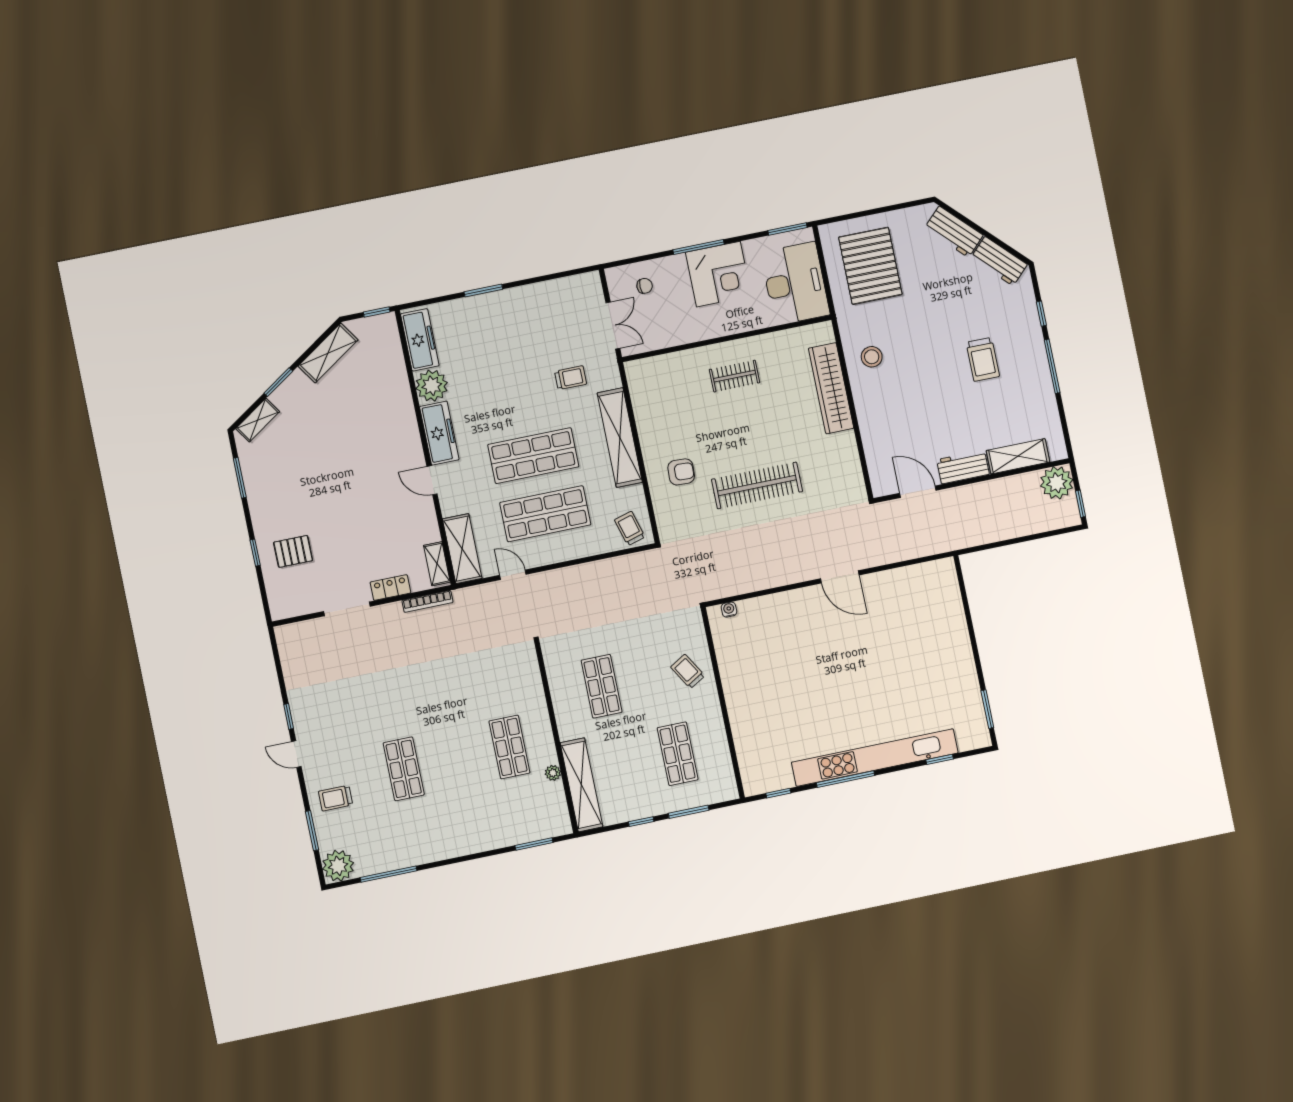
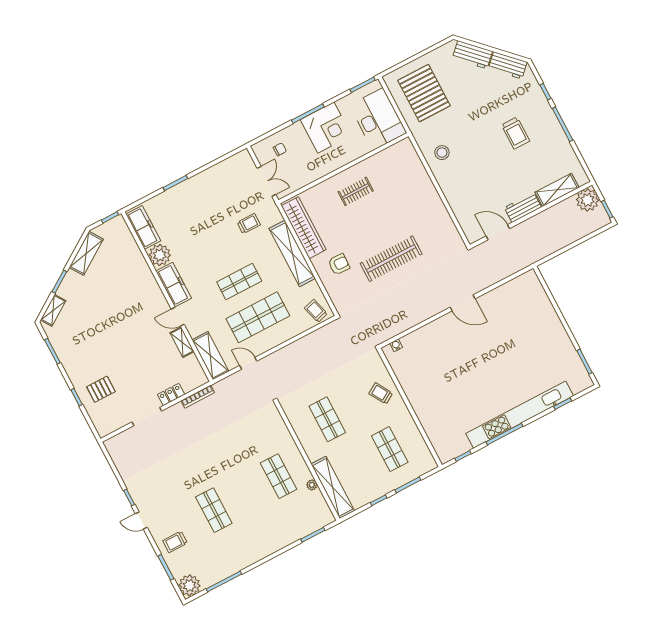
wardrobe: (831, 388) -> (304, 228), moved, turned 180
shop shelf: (533, 456) -> (239, 282), width x0.70, depth x0.74
shelving: (437, 564) -> (182, 342), moved

